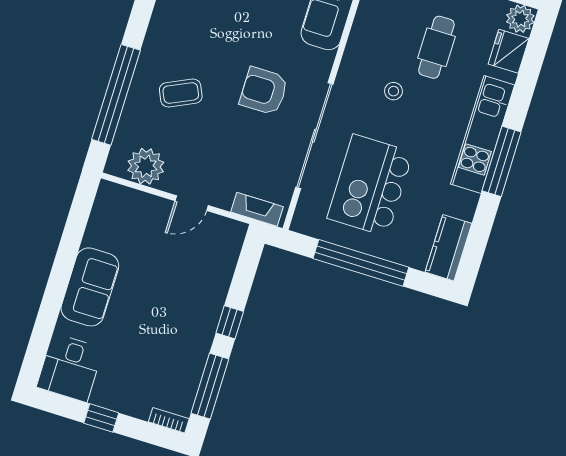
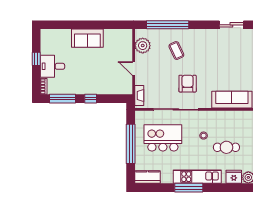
desk: (70, 368) -> (52, 66), moved

